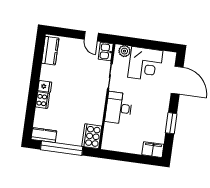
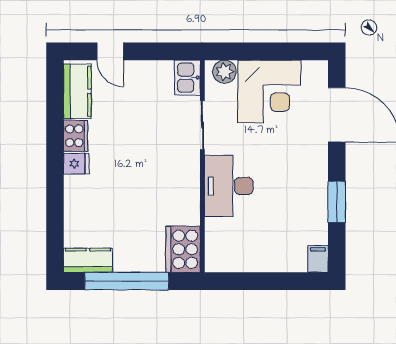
door: (91, 36) -> (110, 51), moved
cooker: (43, 100) -> (76, 136), moved
filing cabinet: (153, 150) -> (318, 259), width x0.50

